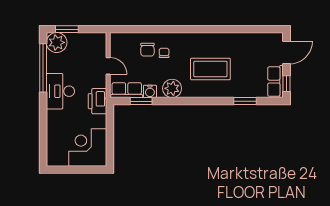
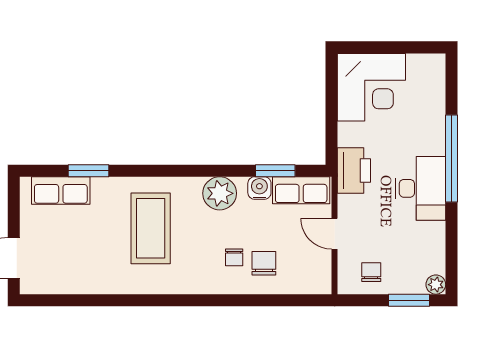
plant: (57, 42) -> (436, 285), width x0.53, depth x0.53
chair: (88, 45) -> (371, 272), added
window: (43, 68) -> (451, 158), moved
coffee table: (210, 69) -> (151, 228), turned 90
row of seats: (275, 82) -> (61, 191), moved, turned 90
window: (287, 84) -> (14, 202), removed

